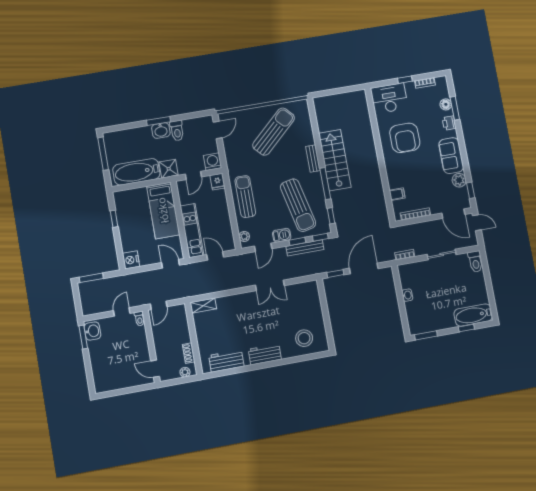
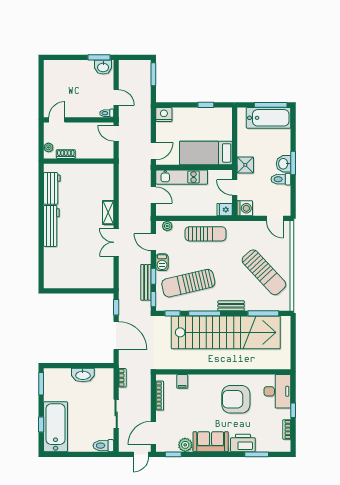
floor lamp: (446, 104) -> (262, 446), removed
printer: (449, 123) -> (243, 443), width x1.87, depth x1.48
window: (315, 125) -> (263, 313), added
stairs: (335, 160) -> (226, 332), width x1.86, depth x1.51
bathtub: (136, 172) -> (269, 118), moved, turned 90
door: (215, 256) -> (153, 195), hinge flipped
washbasin: (407, 295) -> (83, 375), width x1.91, depth x1.45
shelving: (203, 306) -> (108, 213), moved
bathtub: (473, 315) -> (56, 427), width x1.36, depth x1.36
stool: (304, 338) -> (60, 266), removed
workbench: (265, 354) -> (51, 226), width x1.38

